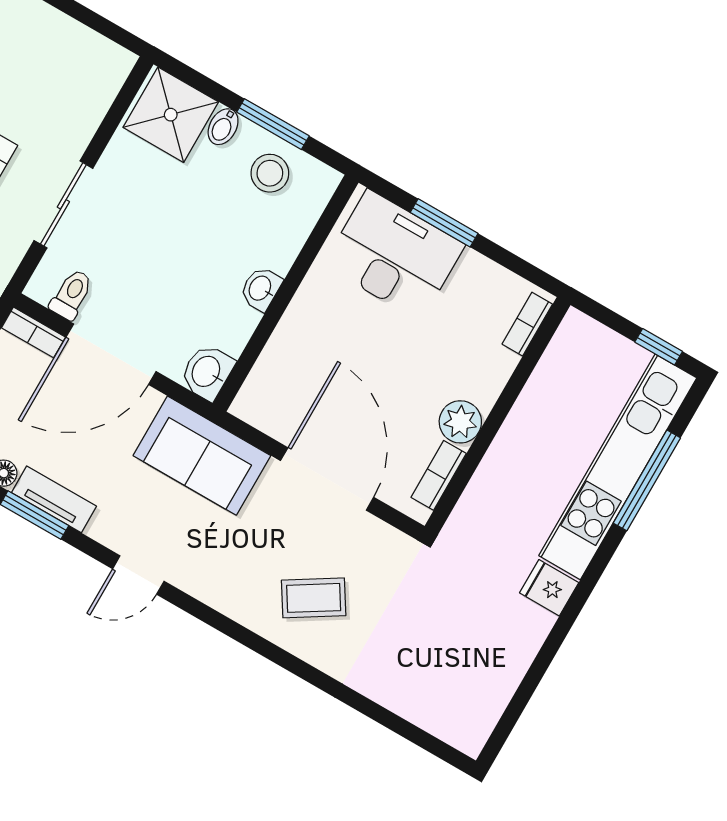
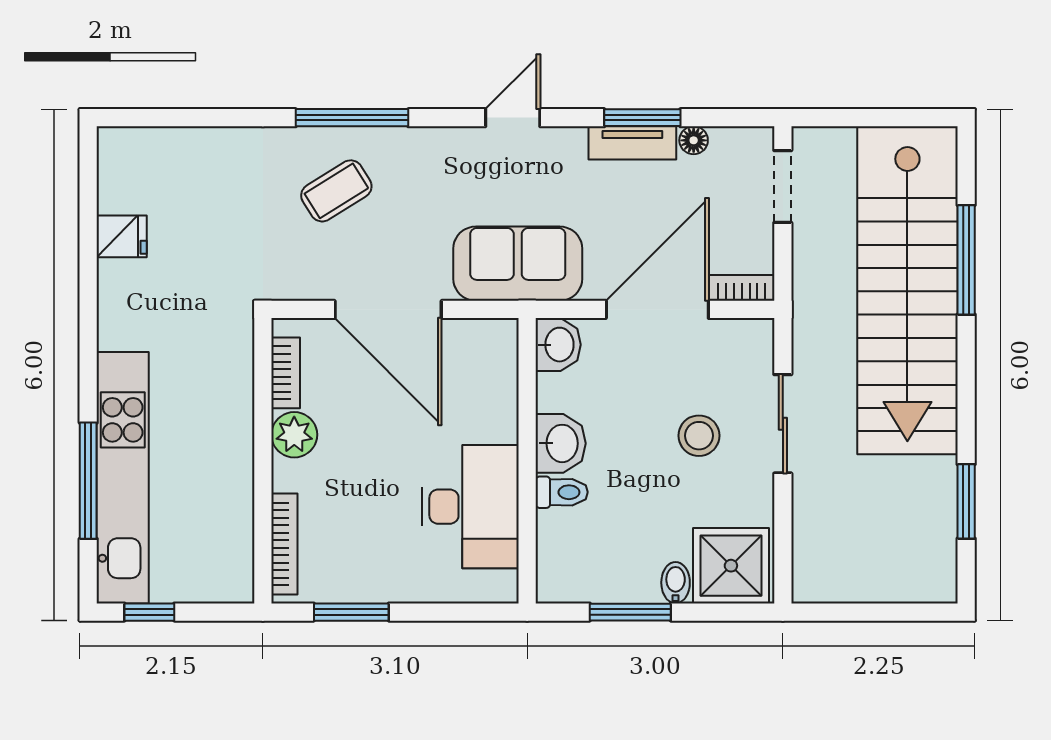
stool: (270, 173) -> (699, 436), moved
window: (444, 223) -> (351, 612), moved
desk: (394, 255) -> (470, 507), moved, turned -90
washbasin: (261, 289) -> (561, 443), width x1.38, depth x1.45
toilet: (72, 294) -> (562, 492), moved, turned -90
bookcase: (527, 324) -> (284, 544), width x1.56
fridge: (549, 588) -> (122, 236), moved
window: (267, 649) -> (352, 118), added

